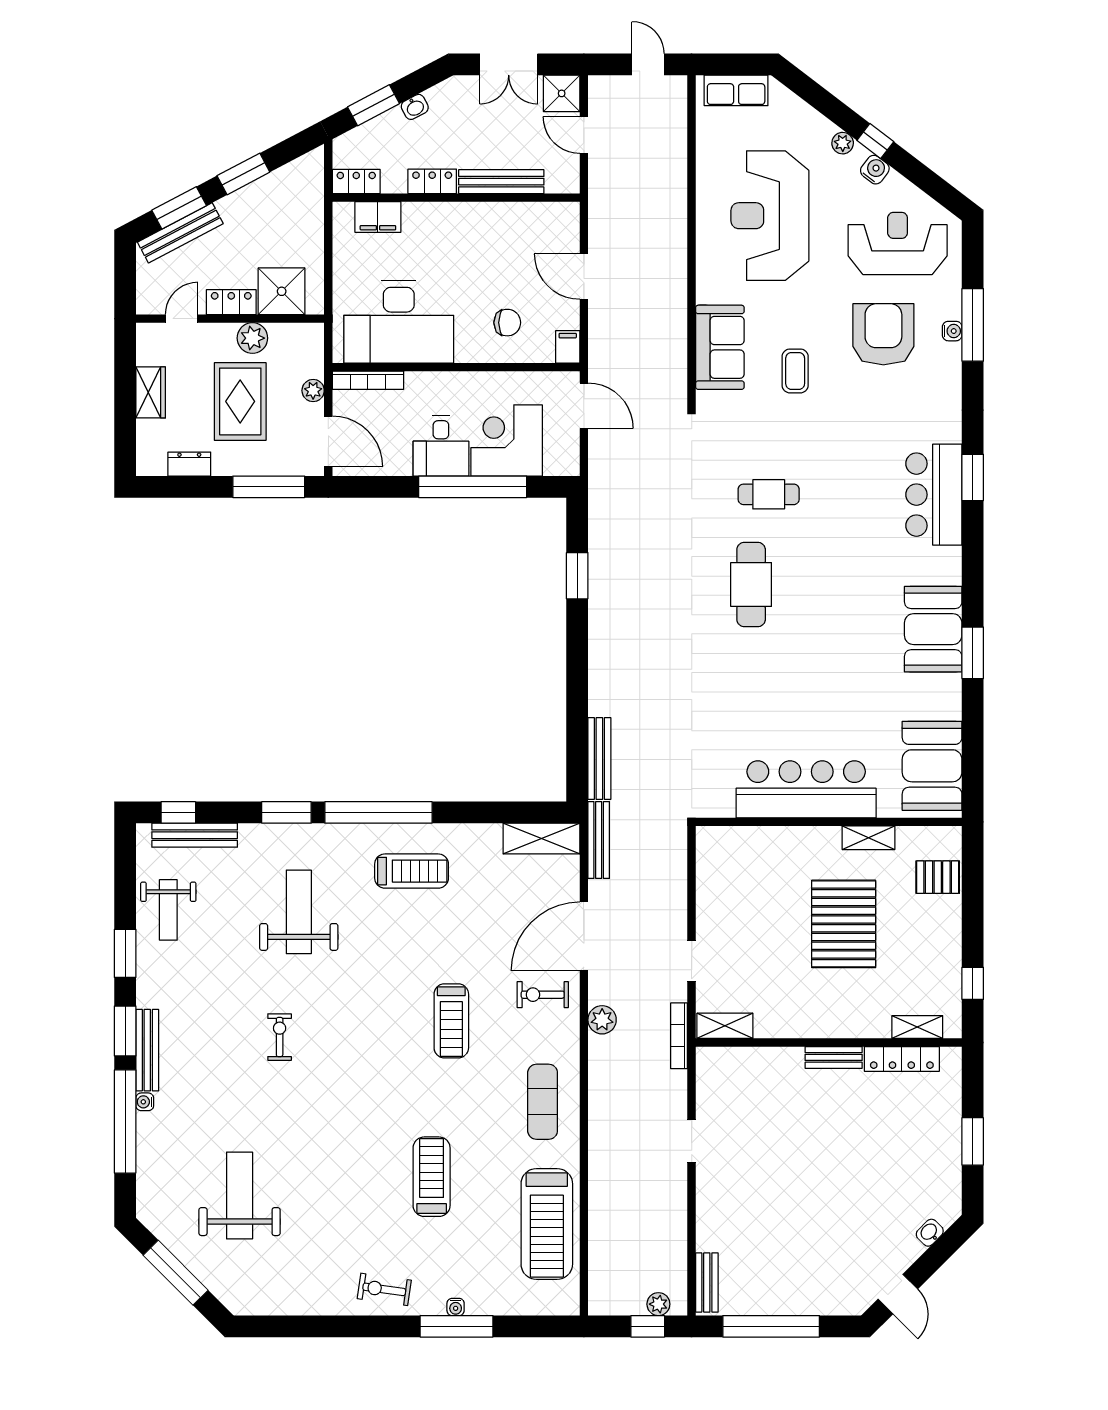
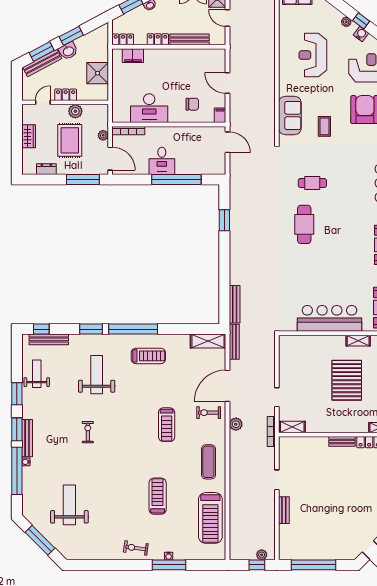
washbasin: (237, 207) -> (68, 51), added
reception desk: (770, 216) -> (313, 55), width x0.74, depth x0.77
shower: (282, 291) -> (98, 73), moved
desk: (399, 322) -> (149, 108), width x0.73, depth x0.77
corner desk: (507, 440) -> (192, 158), removed
weight bench: (168, 910) -> (37, 374), turned 180
bench: (707, 1282) -> (284, 510), moved

